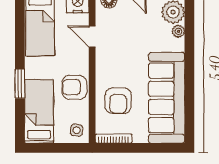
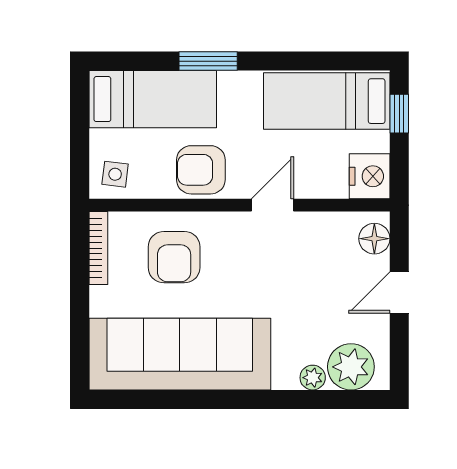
door: (92, 37) -> (273, 205), moved
armchair: (74, 87) -> (201, 170), turned -90
armchair: (118, 101) -> (174, 257), turned -92

